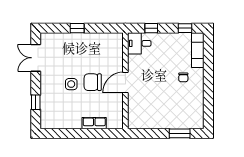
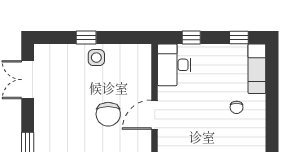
desk: (139, 43) -> (174, 65), width x1.37
chair: (93, 82) -> (108, 114), turned -90
side table: (71, 84) -> (96, 58), moved

